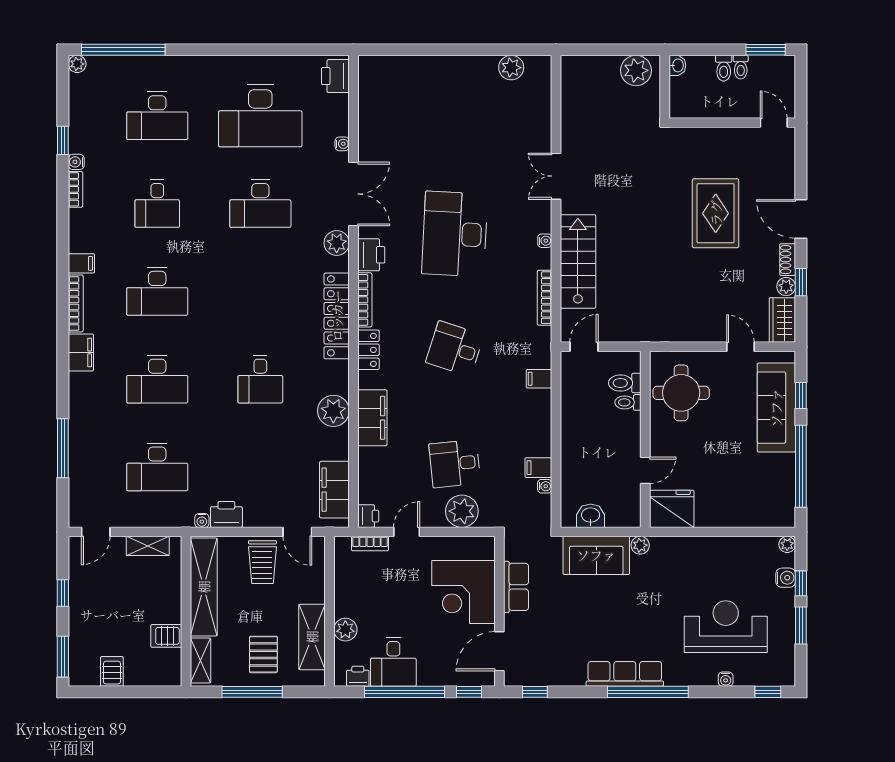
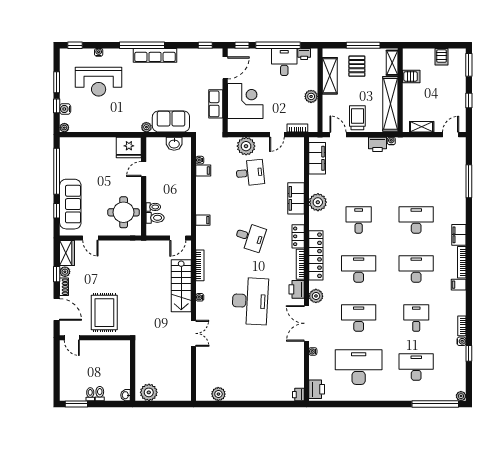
wall: (732, 123) -> (95, 338), moved
door: (774, 123) -> (72, 338), moved
desk: (157, 467) -> (359, 269), moved
printer: (368, 516) -> (298, 395), moved
plant: (345, 630) -> (311, 96), moved

